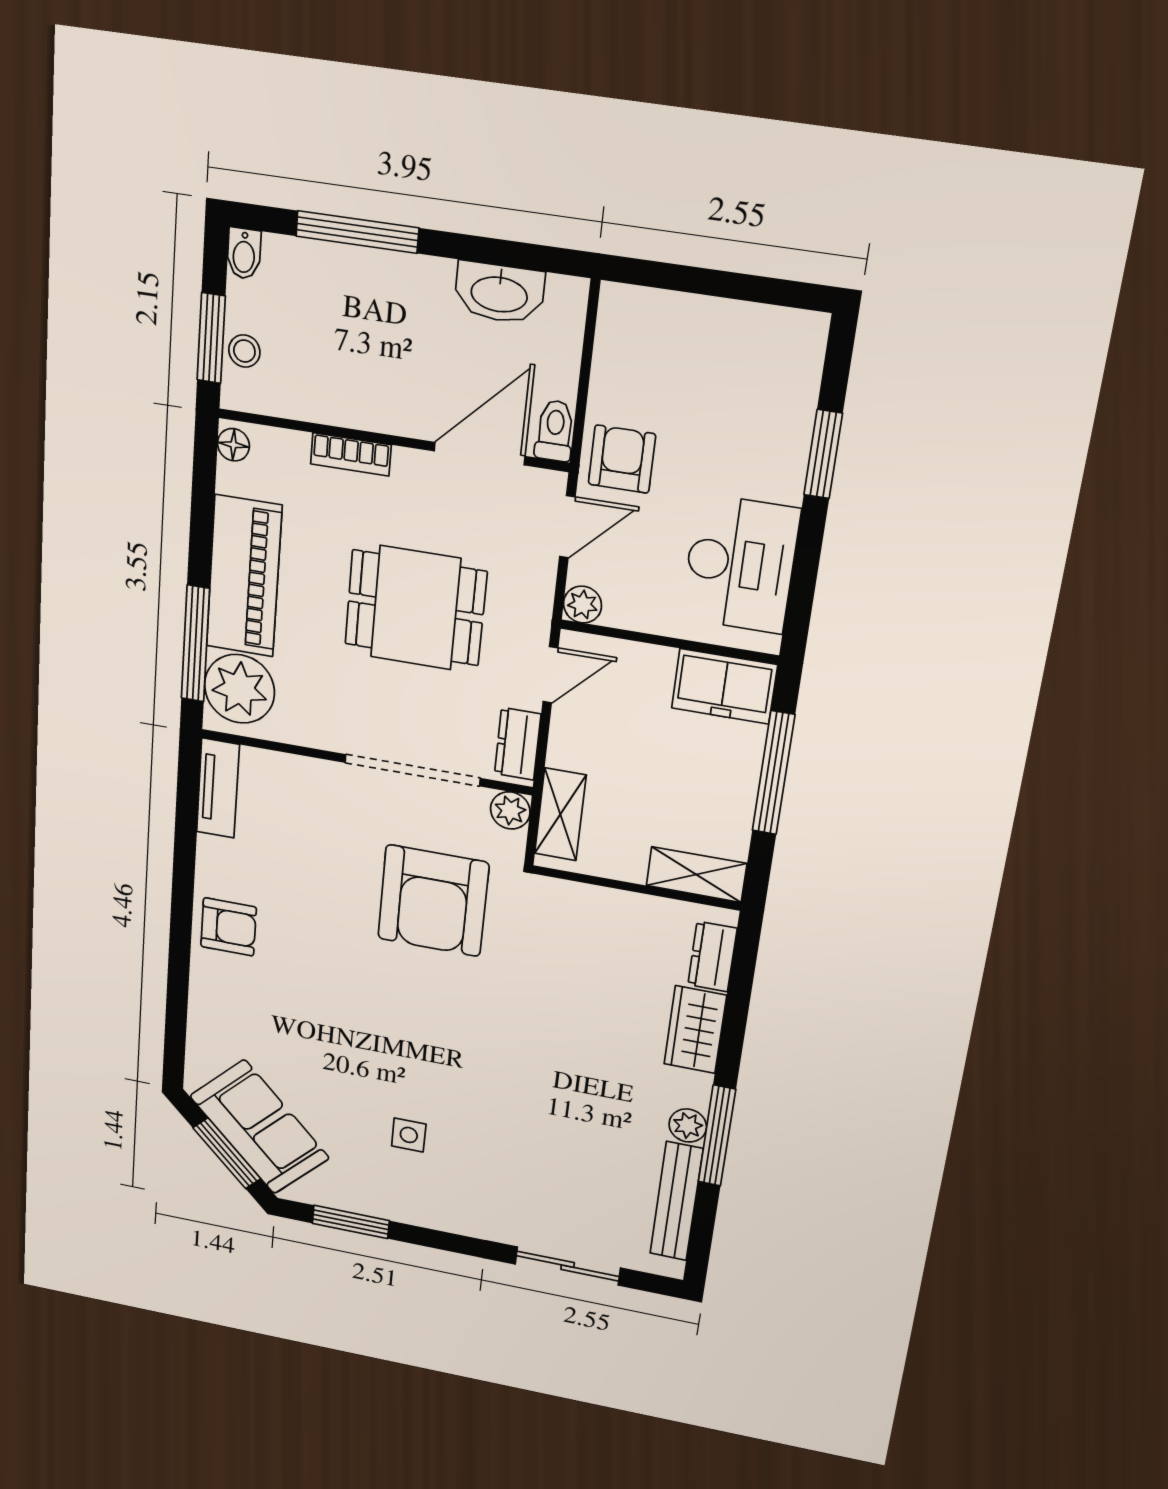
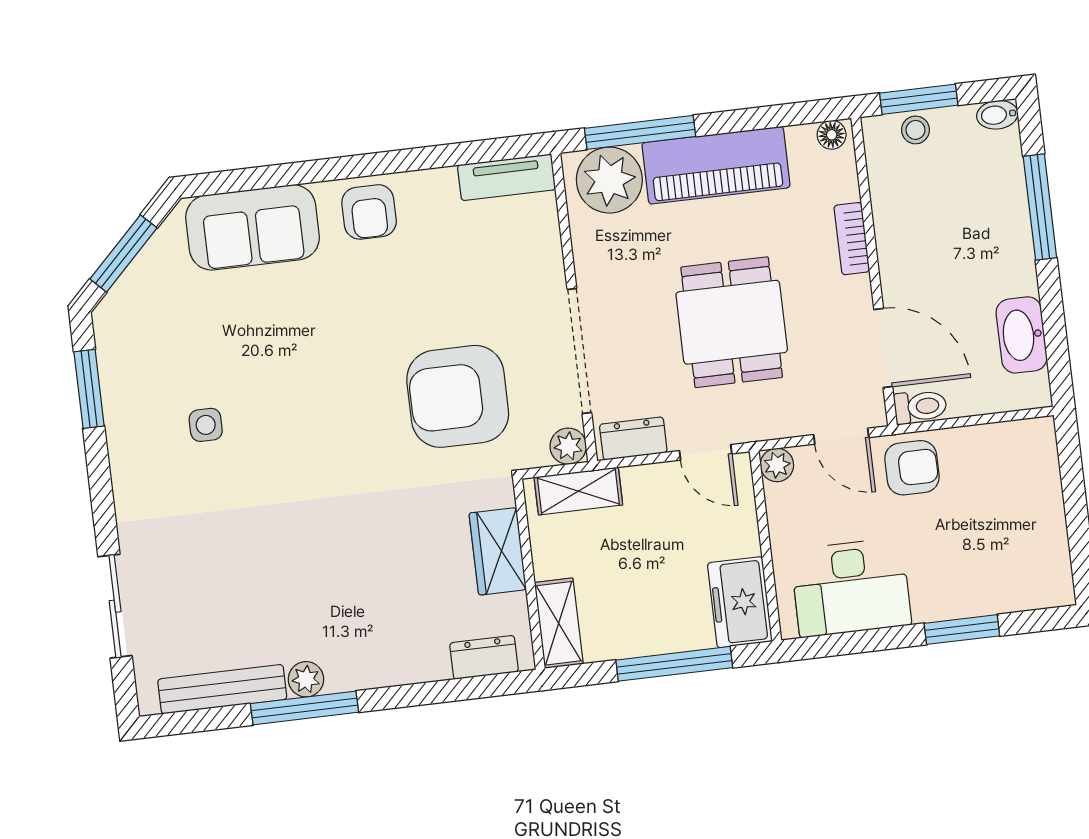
wardrobe: (695, 1030) -> (498, 551), moved, turned -90
sofa: (260, 1127) -> (253, 227), moved, turned 45

